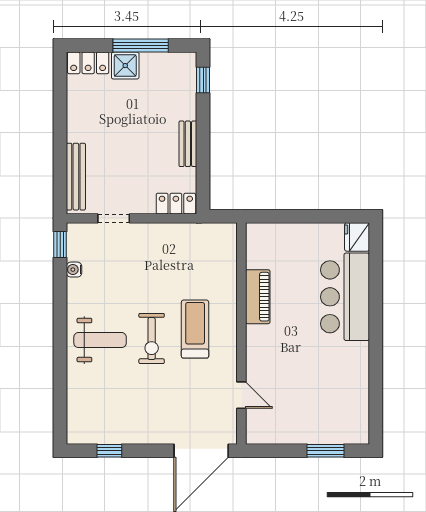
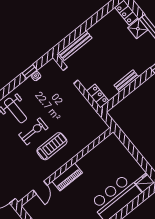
window: (60, 245) -> (30, 72), moved
piano: (258, 297) -> (67, 177), moved
exercise bike: (152, 339) -> (33, 131), turned 180

